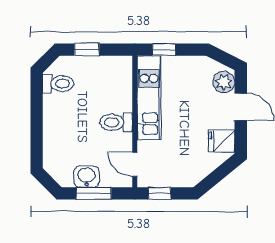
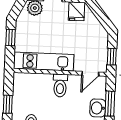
window: (164, 50) -> (11, 38), moved

